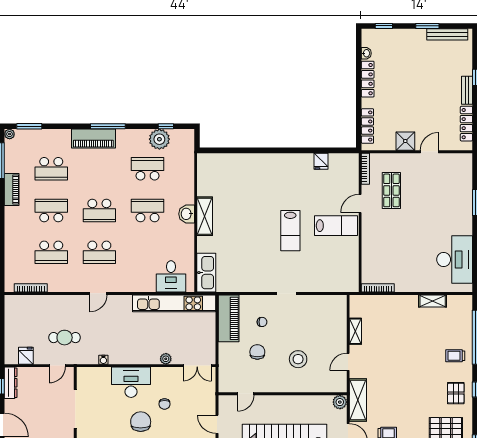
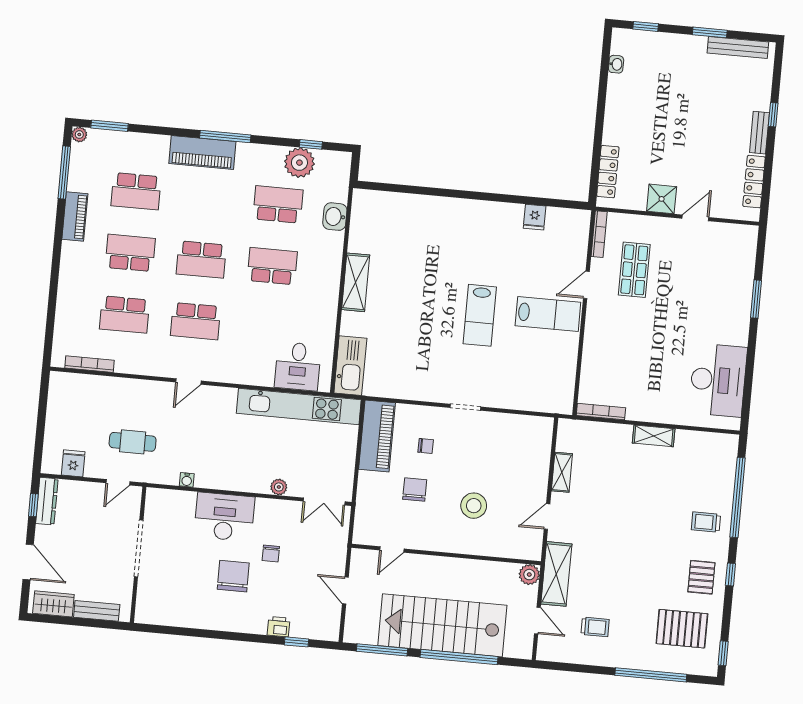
locker: (368, 79) -> (615, 103), removed
washbasin: (187, 214) -> (335, 217), moved
shelving: (433, 301) -> (654, 436), moved

